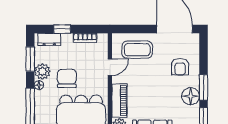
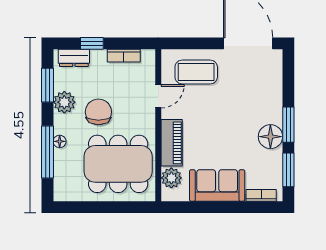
armchair: (180, 67) -> (256, 96), removed
floor lamp: (39, 85) -> (60, 141), moved

